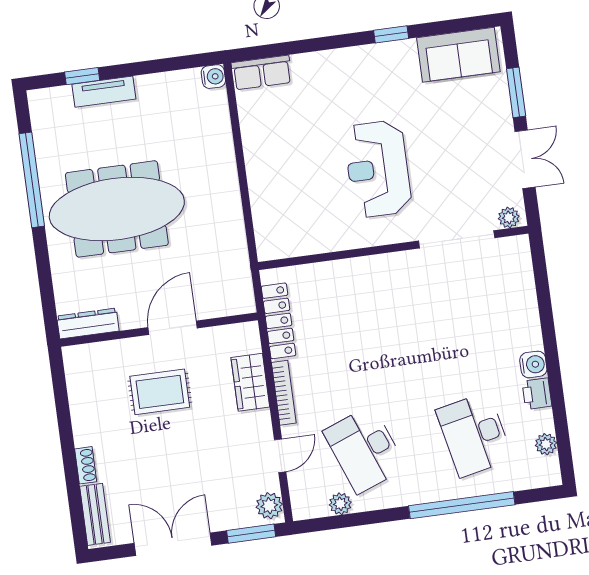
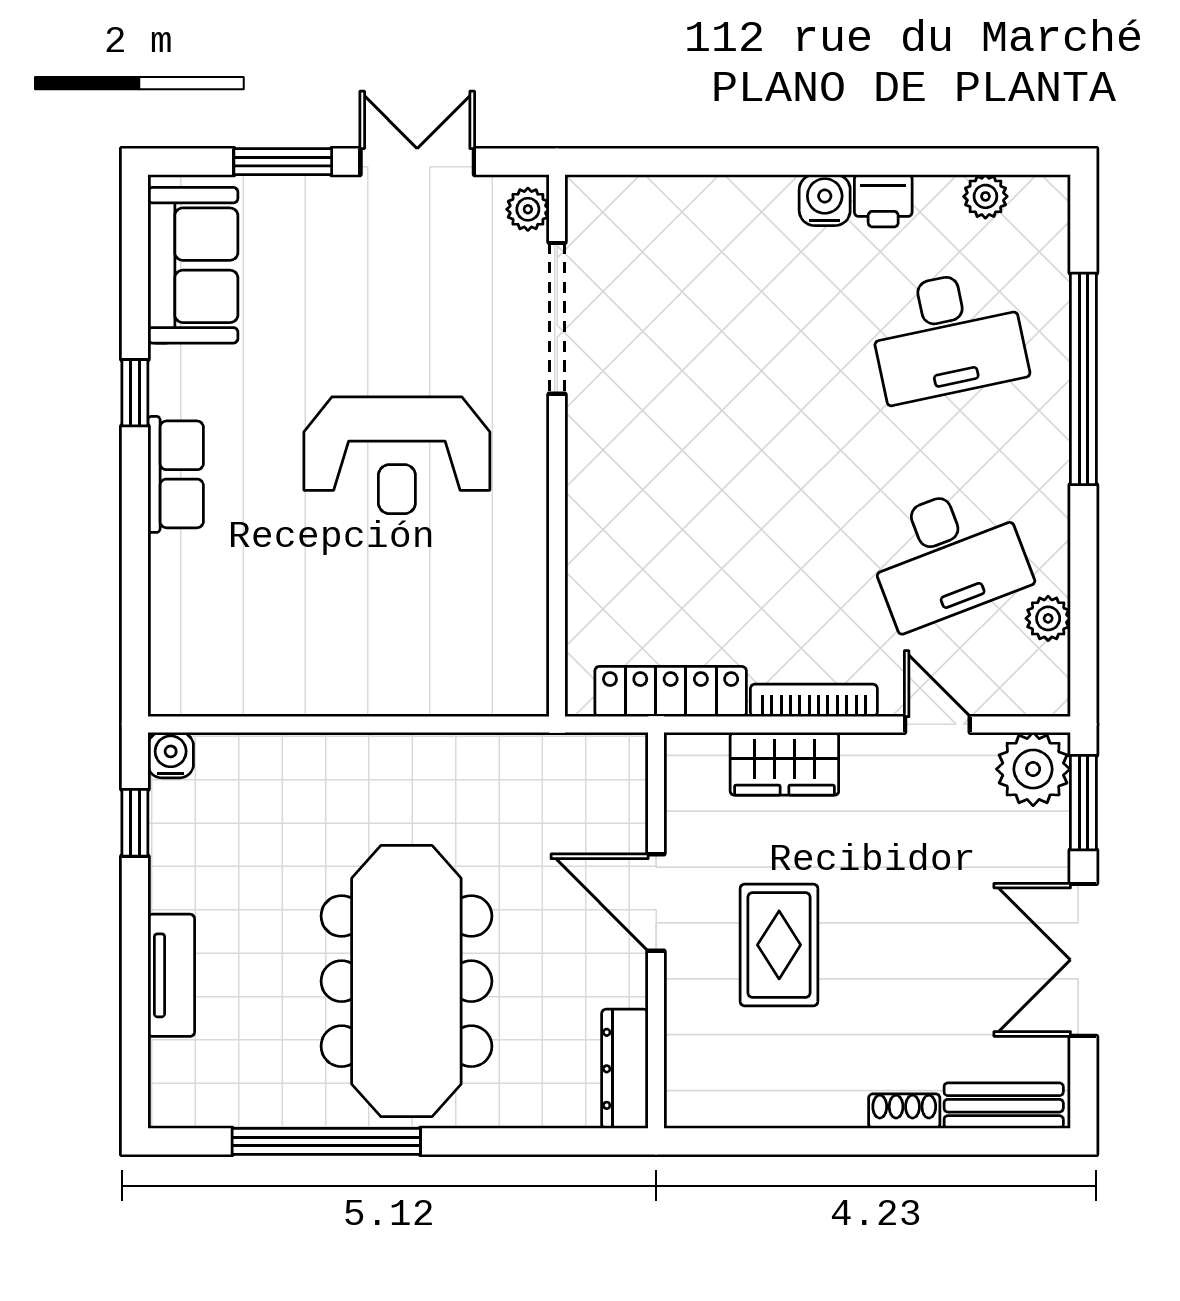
row of seats: (262, 73) -> (176, 474), moved
window: (82, 76) -> (135, 823), moved
plant: (269, 506) -> (1033, 769), width x1.36, depth x1.36

